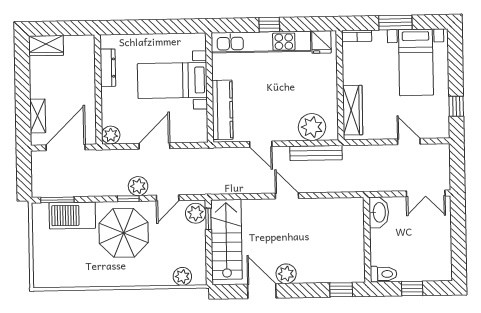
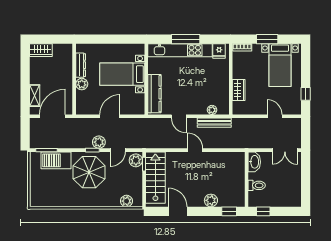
window: (269, 25) -> (186, 39), width x2.17
wardrobe: (353, 110) -> (239, 90), width x0.67
plant: (312, 127) -> (212, 110), width x0.53, depth x0.53
plant: (111, 135) -> (82, 84), moved
plant: (286, 274) -> (211, 200), moved
toilet: (384, 274) -> (257, 185), moved
window: (412, 288) -> (263, 211), moved

